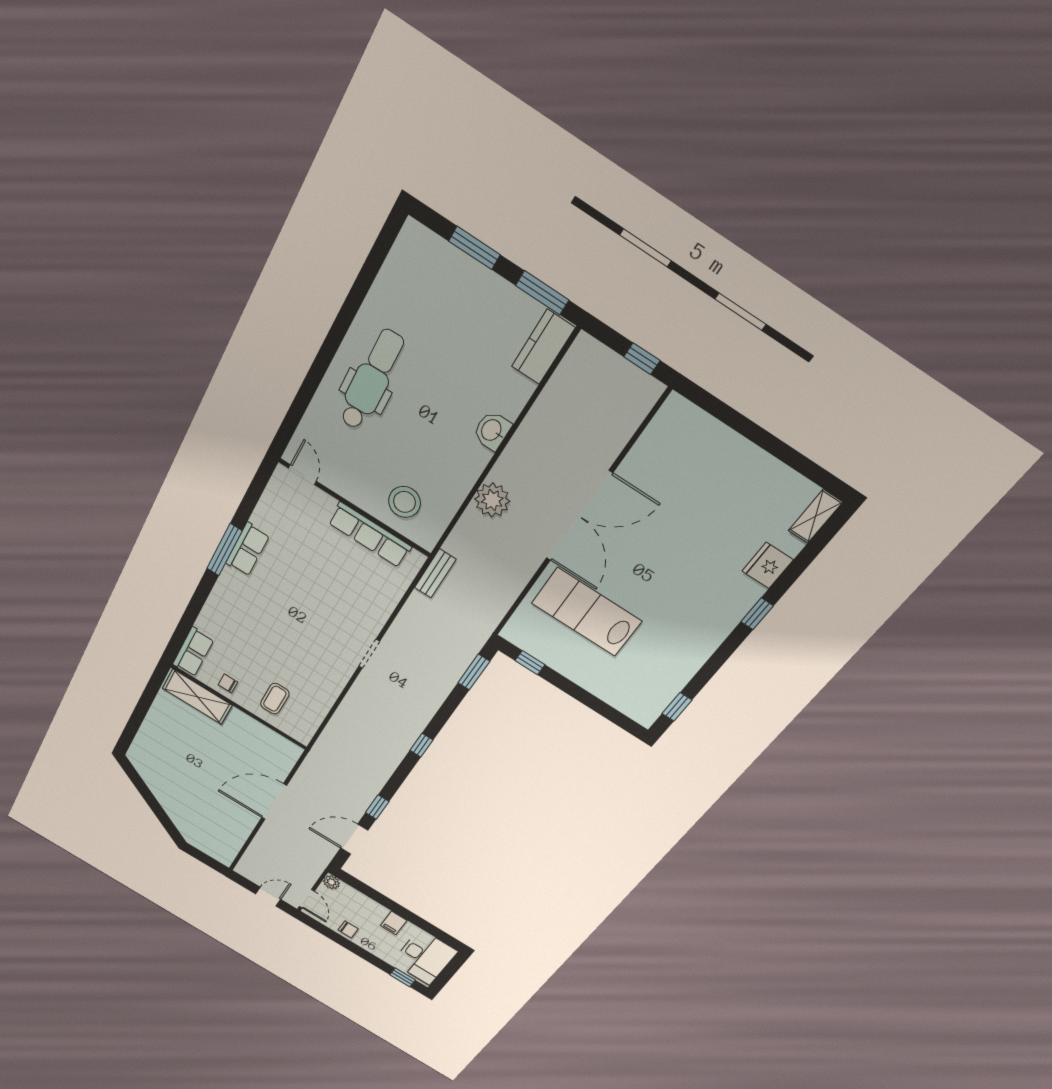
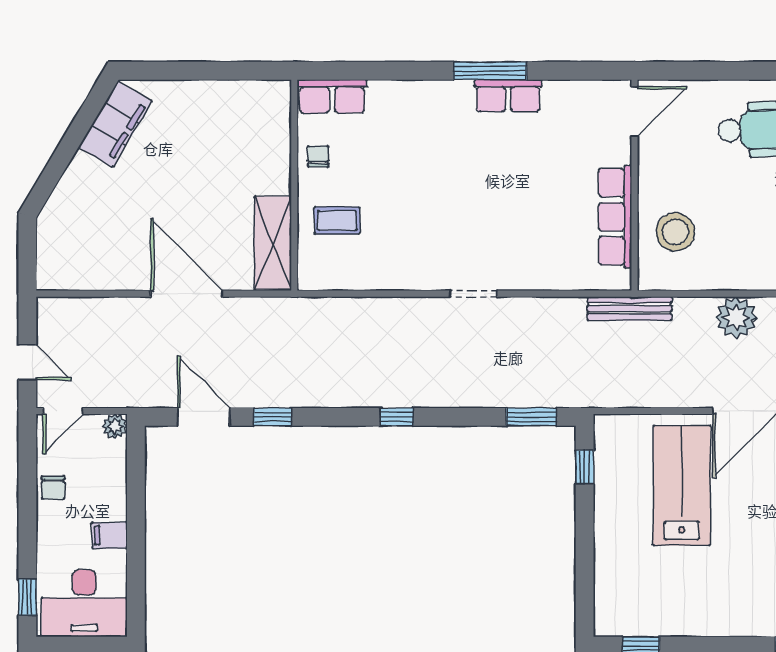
door: (302, 475) -> (634, 111), width x1.37
bench: (435, 573) -> (629, 308), width x1.36
shelving: (197, 697) -> (273, 243), moved
filing cabinet: (151, 773) -> (115, 124), added

